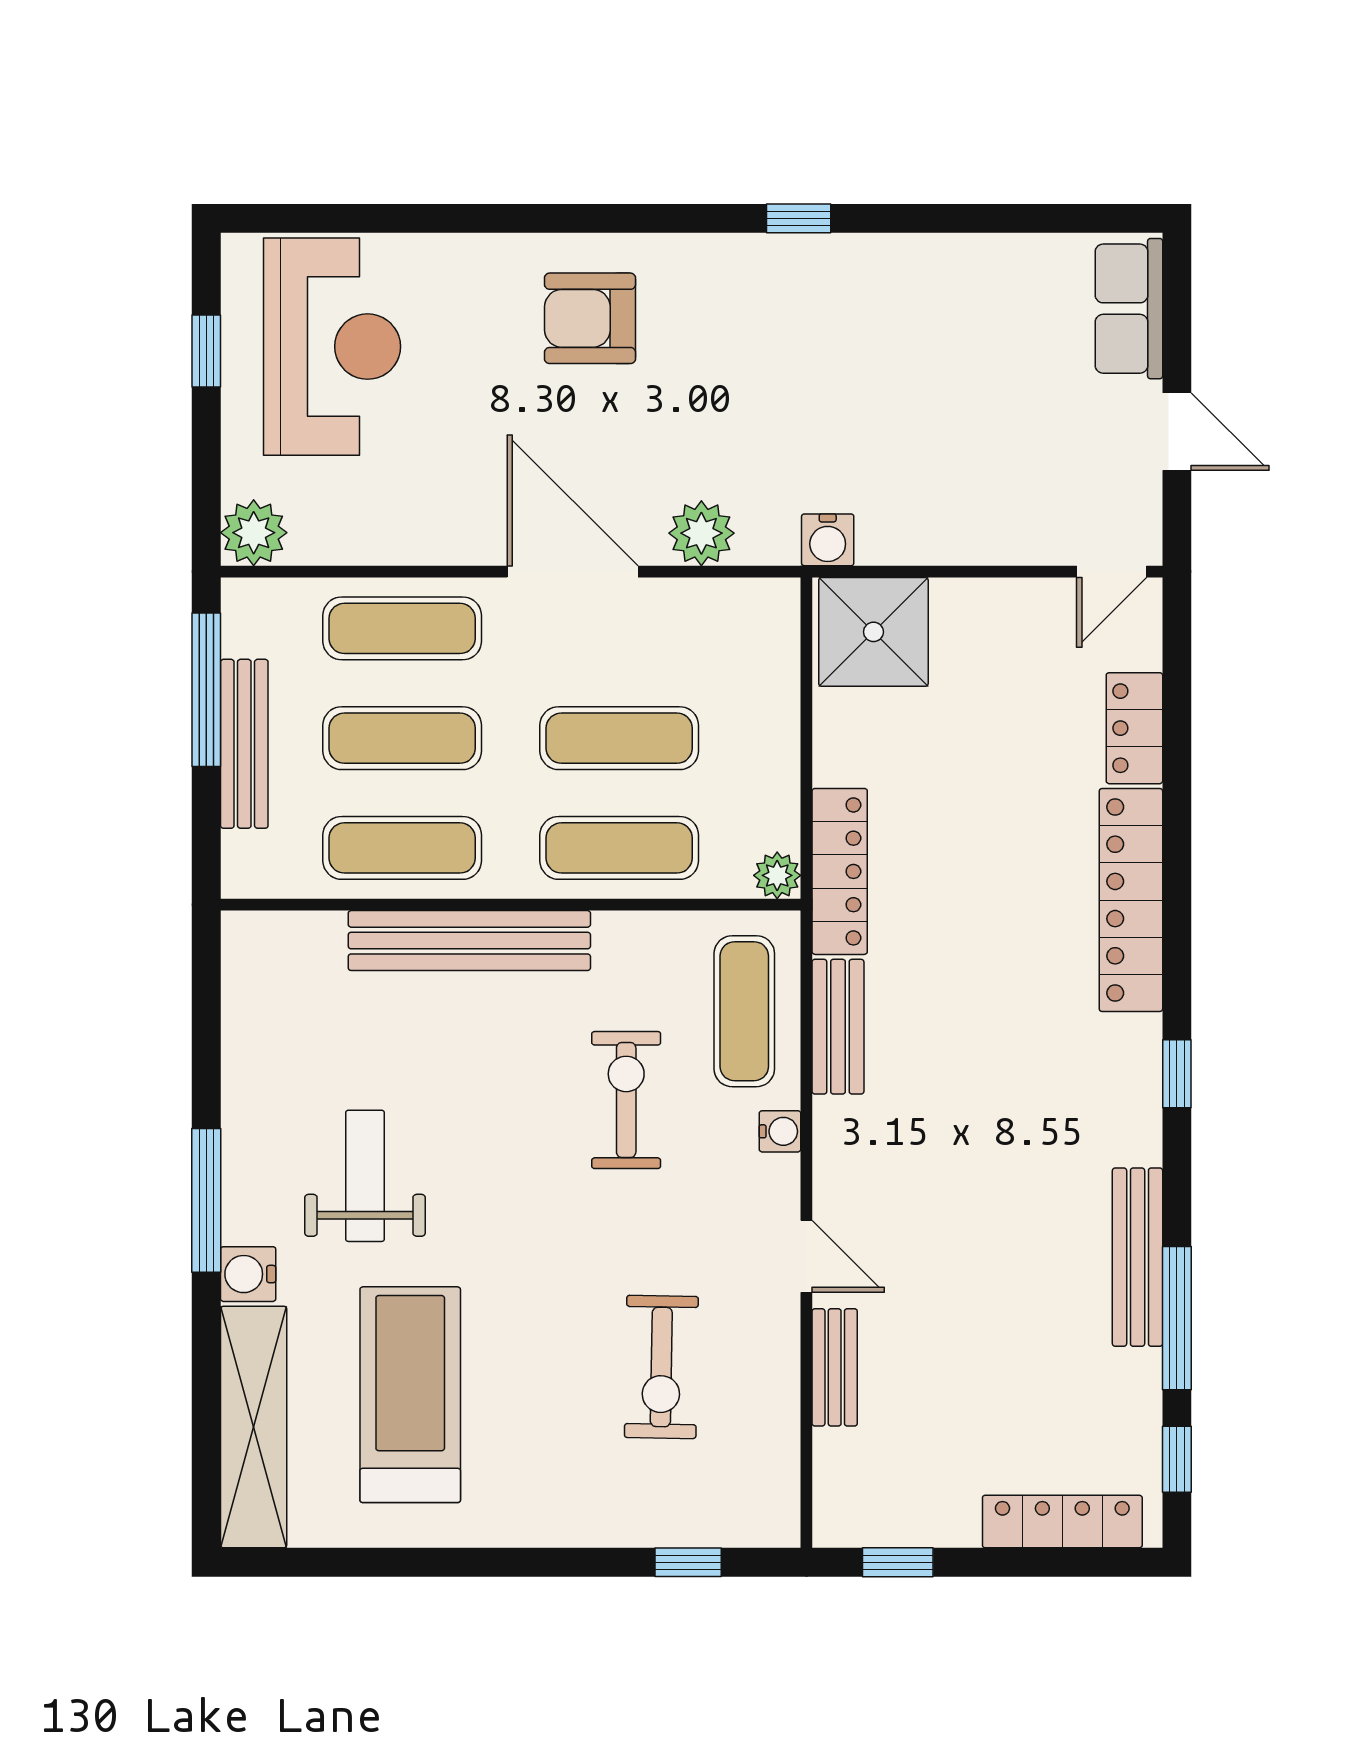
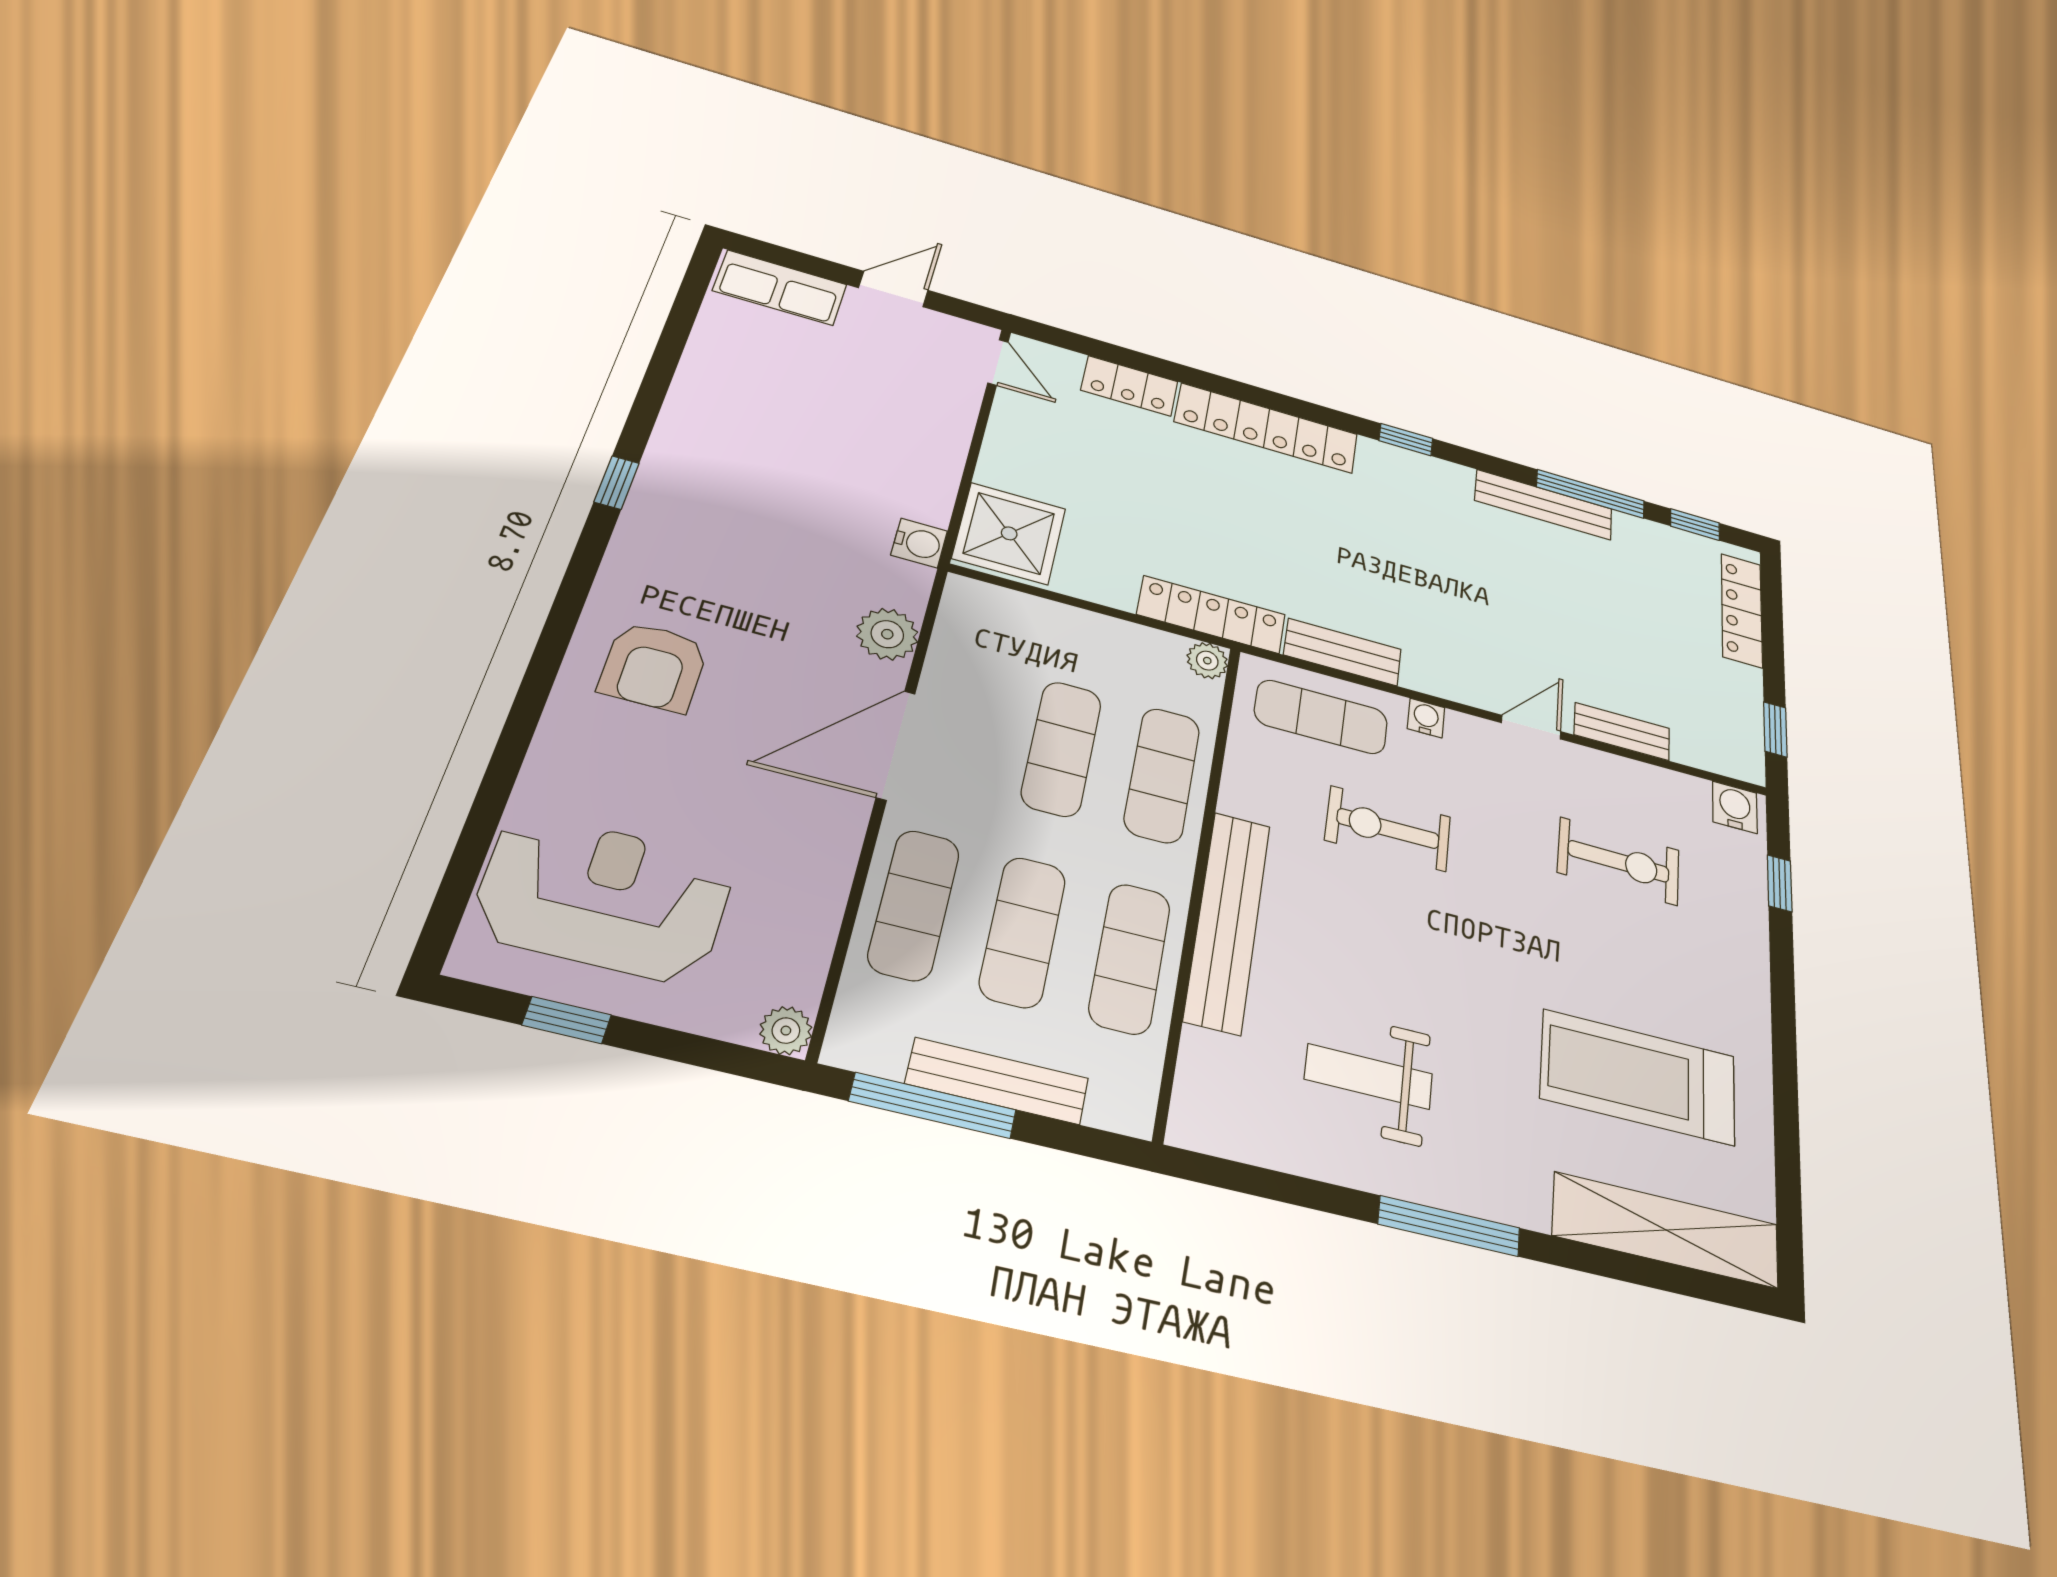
plant: (254, 533) -> (786, 1031), width x0.73, depth x0.73
weight bench: (365, 1176) -> (1369, 1076), moved
water cooler: (248, 1274) -> (1735, 807), moved, turned 180

